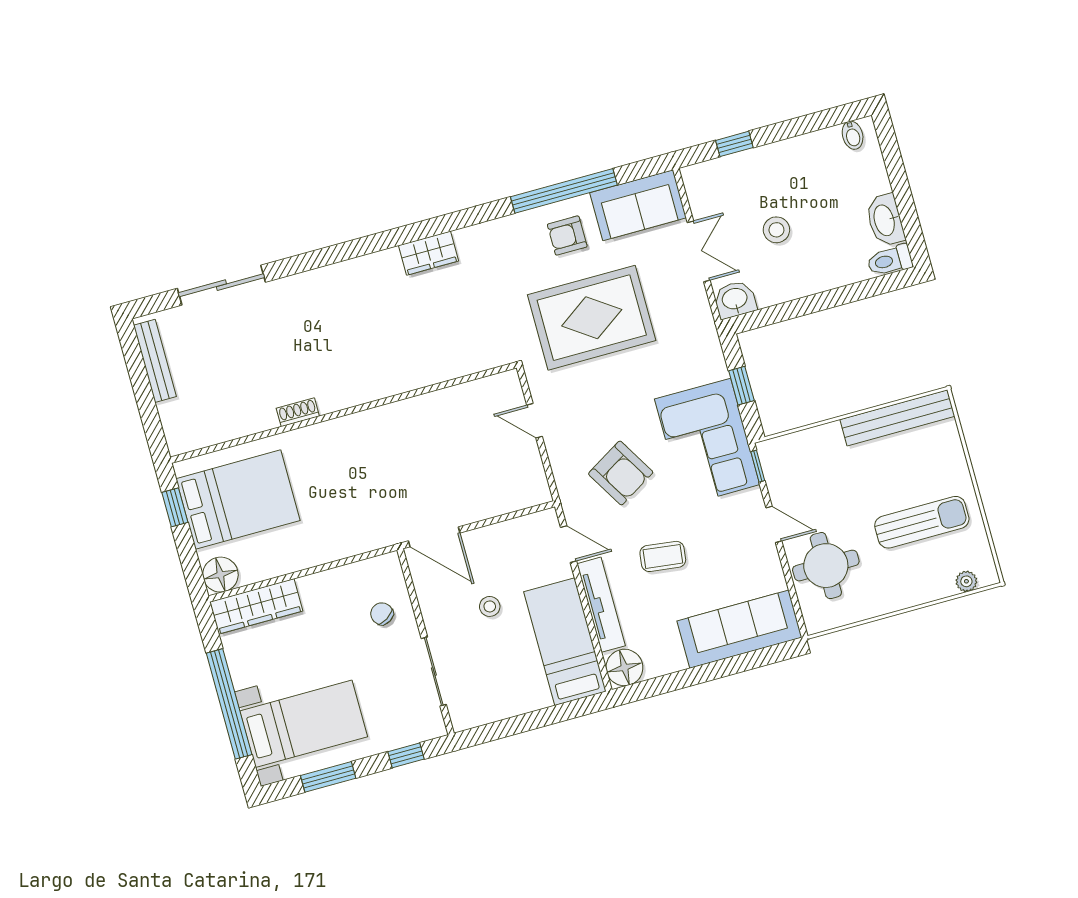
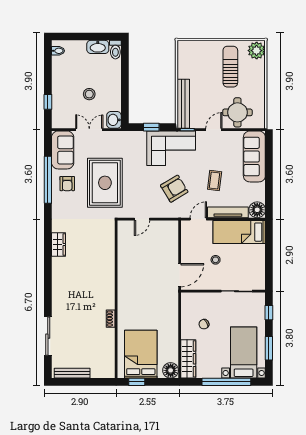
bench: (897, 418) -> (183, 104), moved
plant: (966, 581) -> (257, 51), width x1.88, depth x1.88
chair: (382, 614) -> (204, 324), moved

